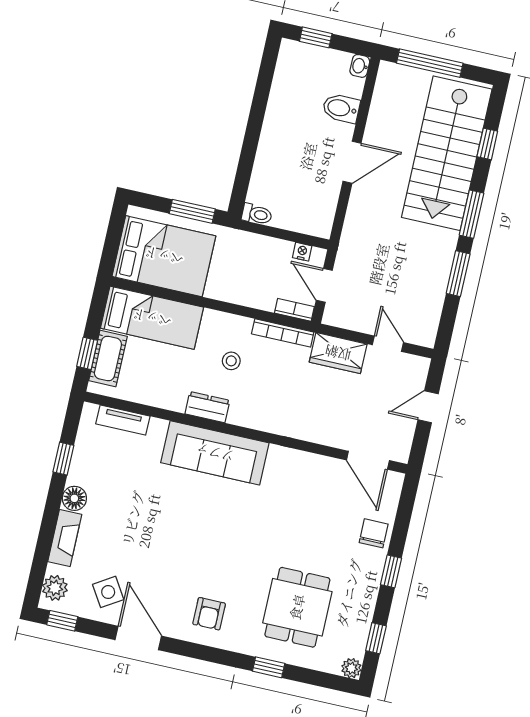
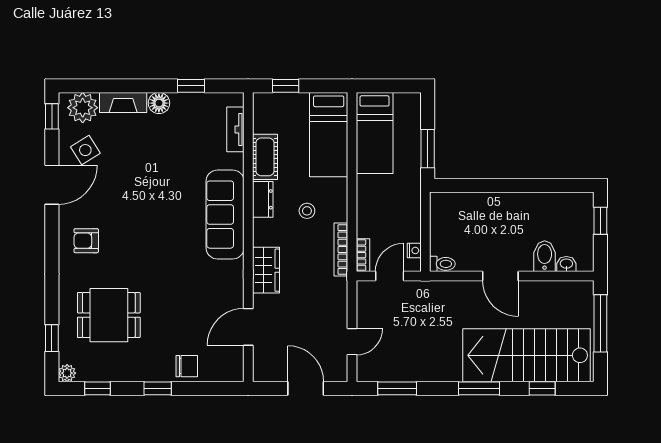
washbasin: (360, 66) -> (566, 264), moved
toilet: (257, 214) -> (442, 264), moved, turned -90
bed: (164, 256) -> (375, 133), width x0.67
window: (458, 274) -> (397, 388), moved
wardrobe: (338, 353) -> (266, 270), moved, turned 180
cot: (108, 358) -> (265, 157), moved, turned 90
door: (428, 407) -> (306, 388), width x1.37
door: (368, 460) -> (248, 327), moved
plant: (55, 588) -> (83, 108), width x1.36, depth x1.36
window: (269, 667) -> (52, 338), moved

